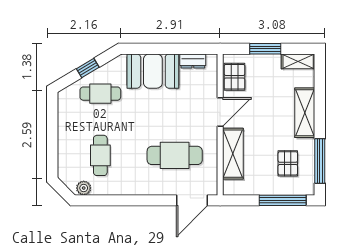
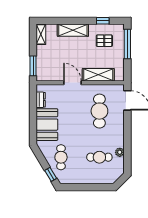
window: (265, 49) -> (33, 66), moved
window: (88, 68) -> (51, 174), moved
pallet: (234, 77) -> (50, 74), removed
window: (320, 161) -> (103, 21), width x0.46
plant: (84, 188) -> (120, 152), moved

